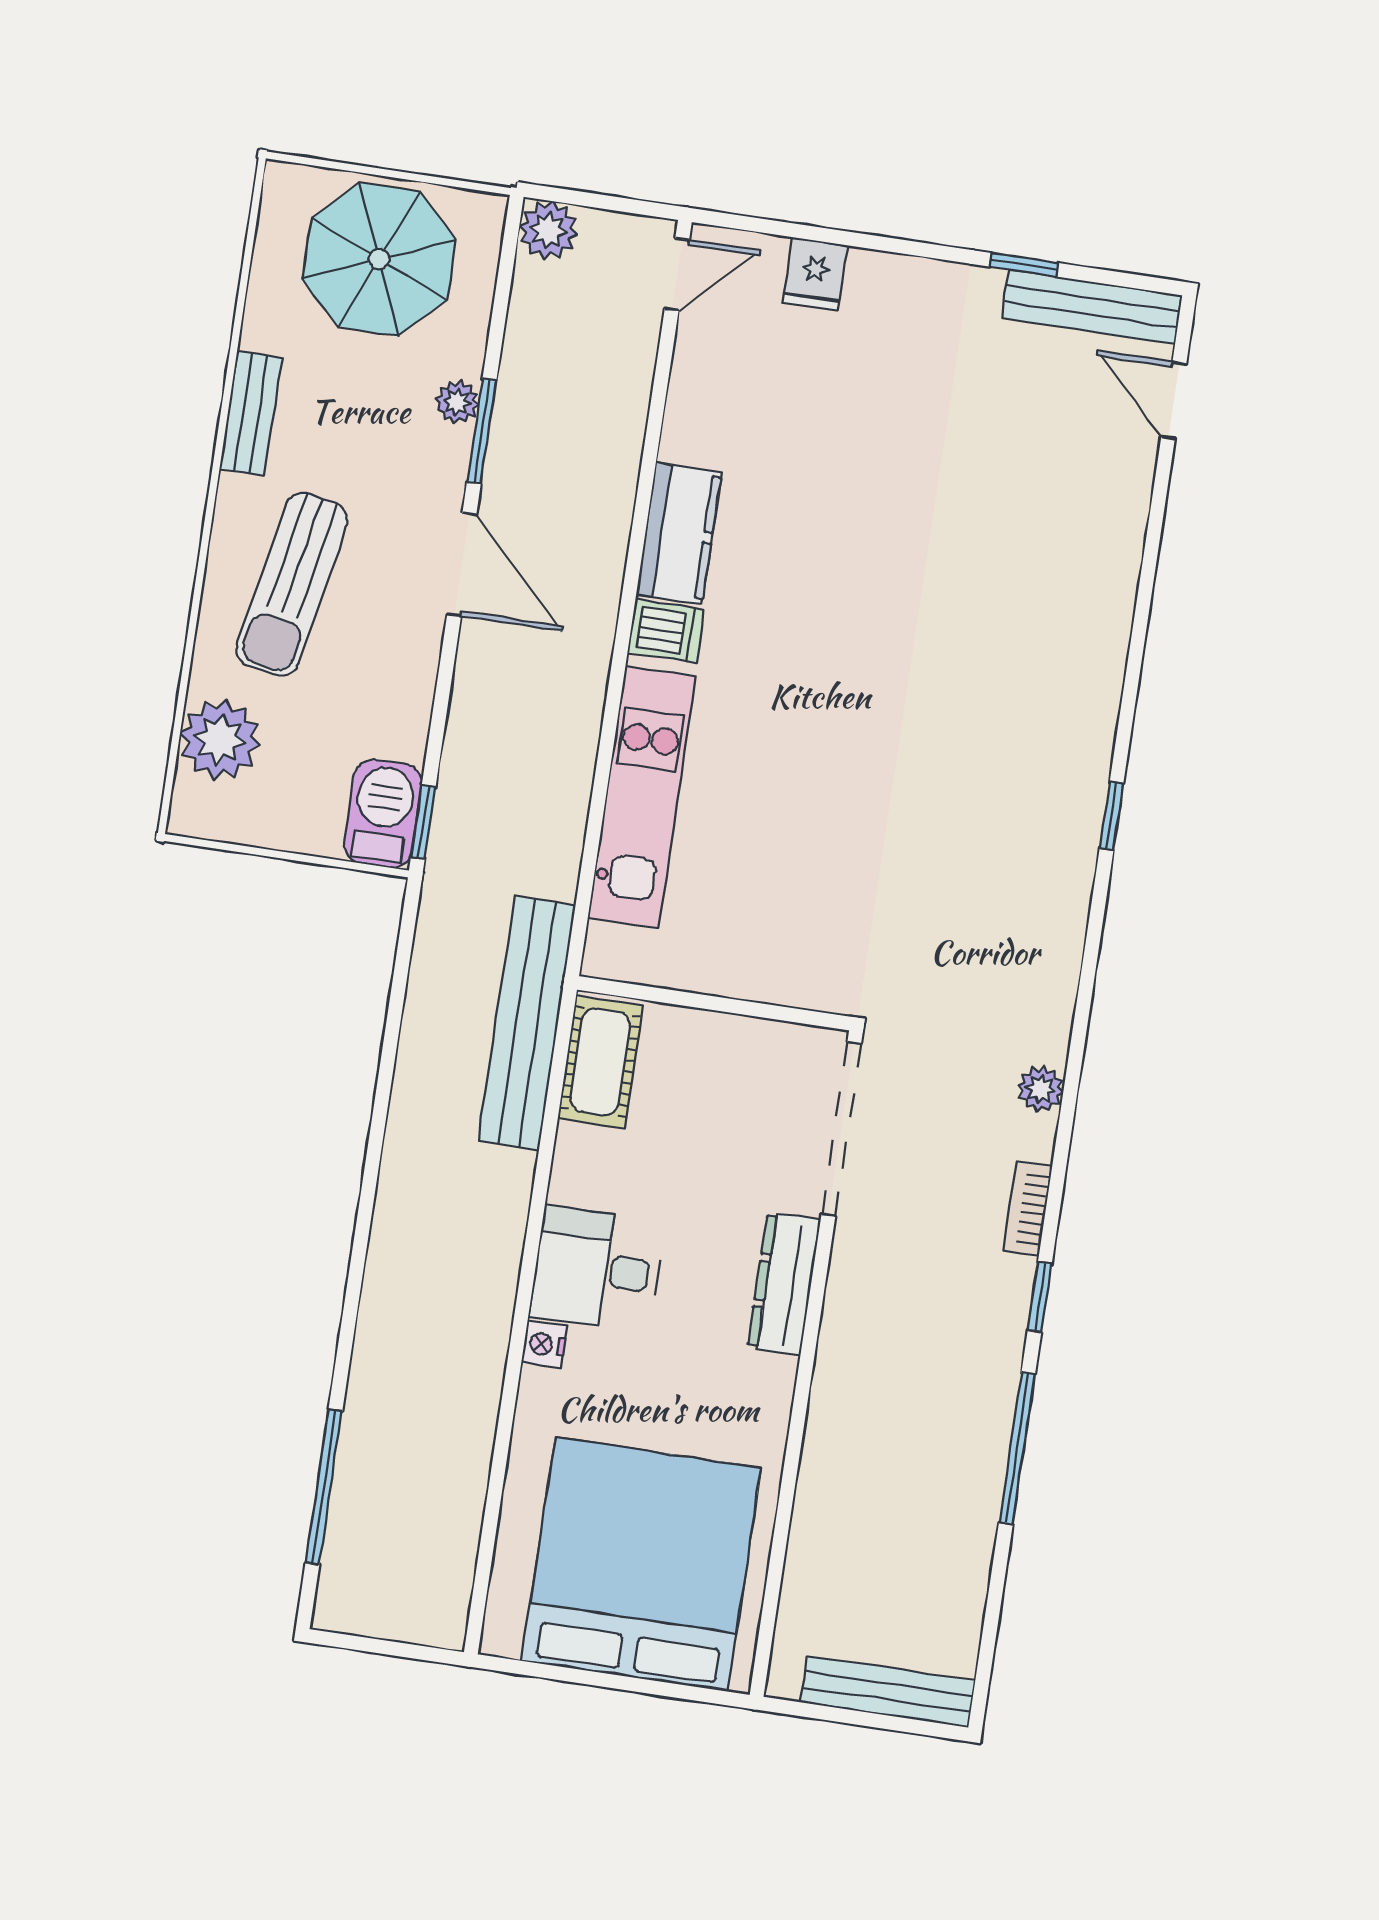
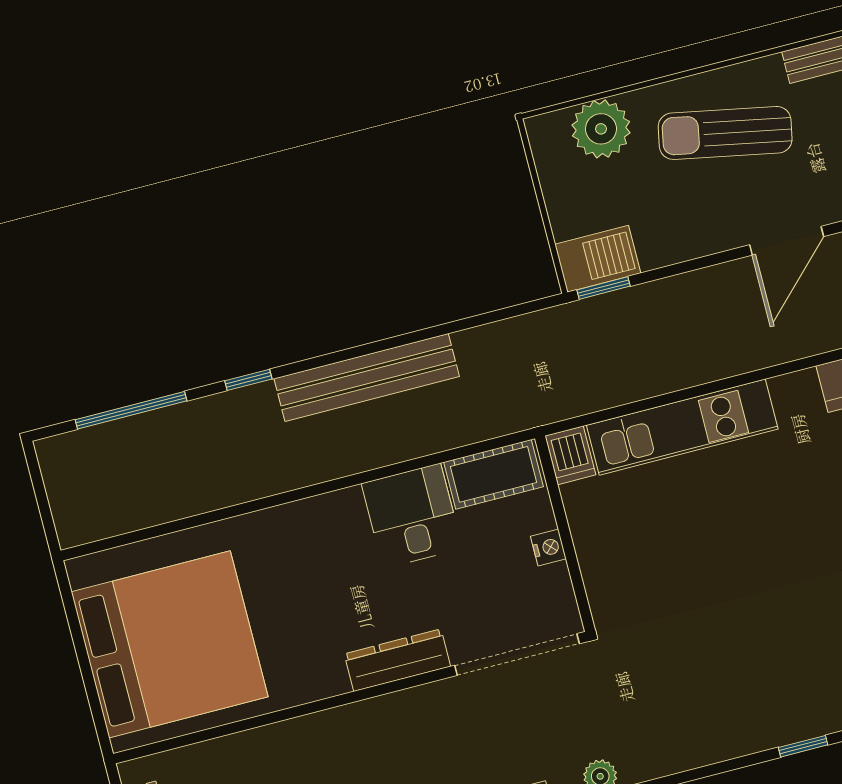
dishwasher: (666, 631) -> (570, 455), moved
bench: (527, 1023) -> (367, 378), moved
desk: (597, 1269) -> (412, 516), moved
window: (349, 1322) -> (248, 380), added
nightstand: (544, 1344) -> (548, 547), moved, turned 90

